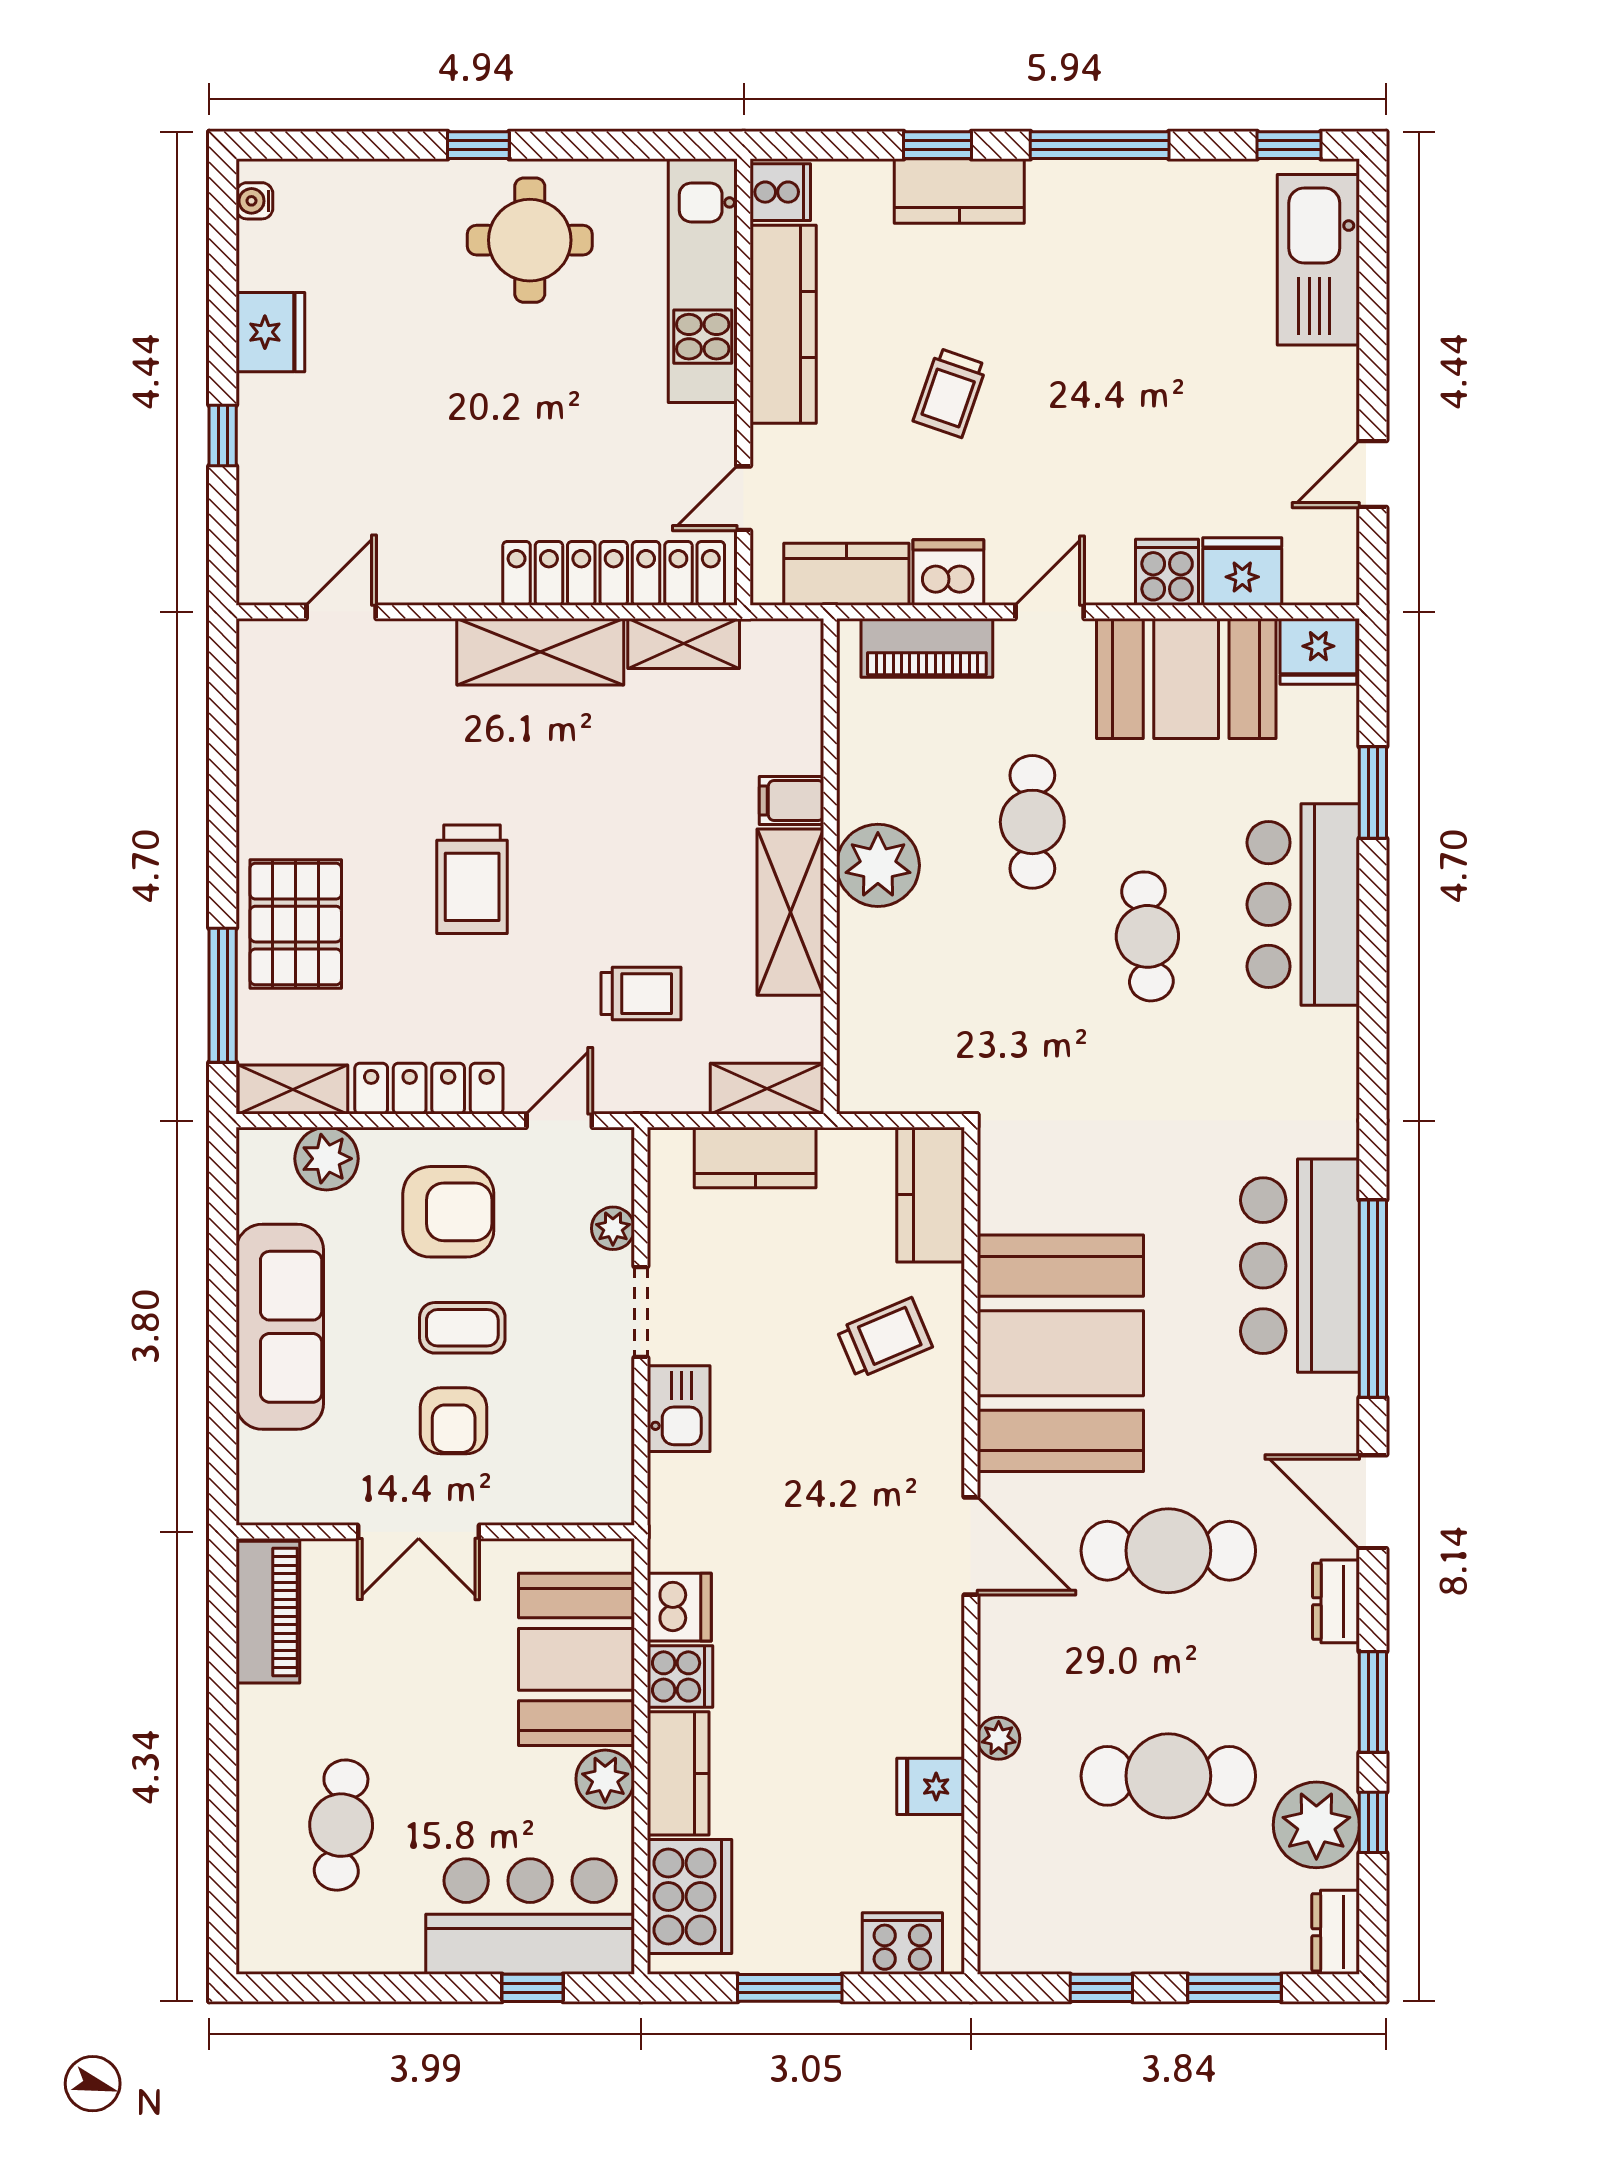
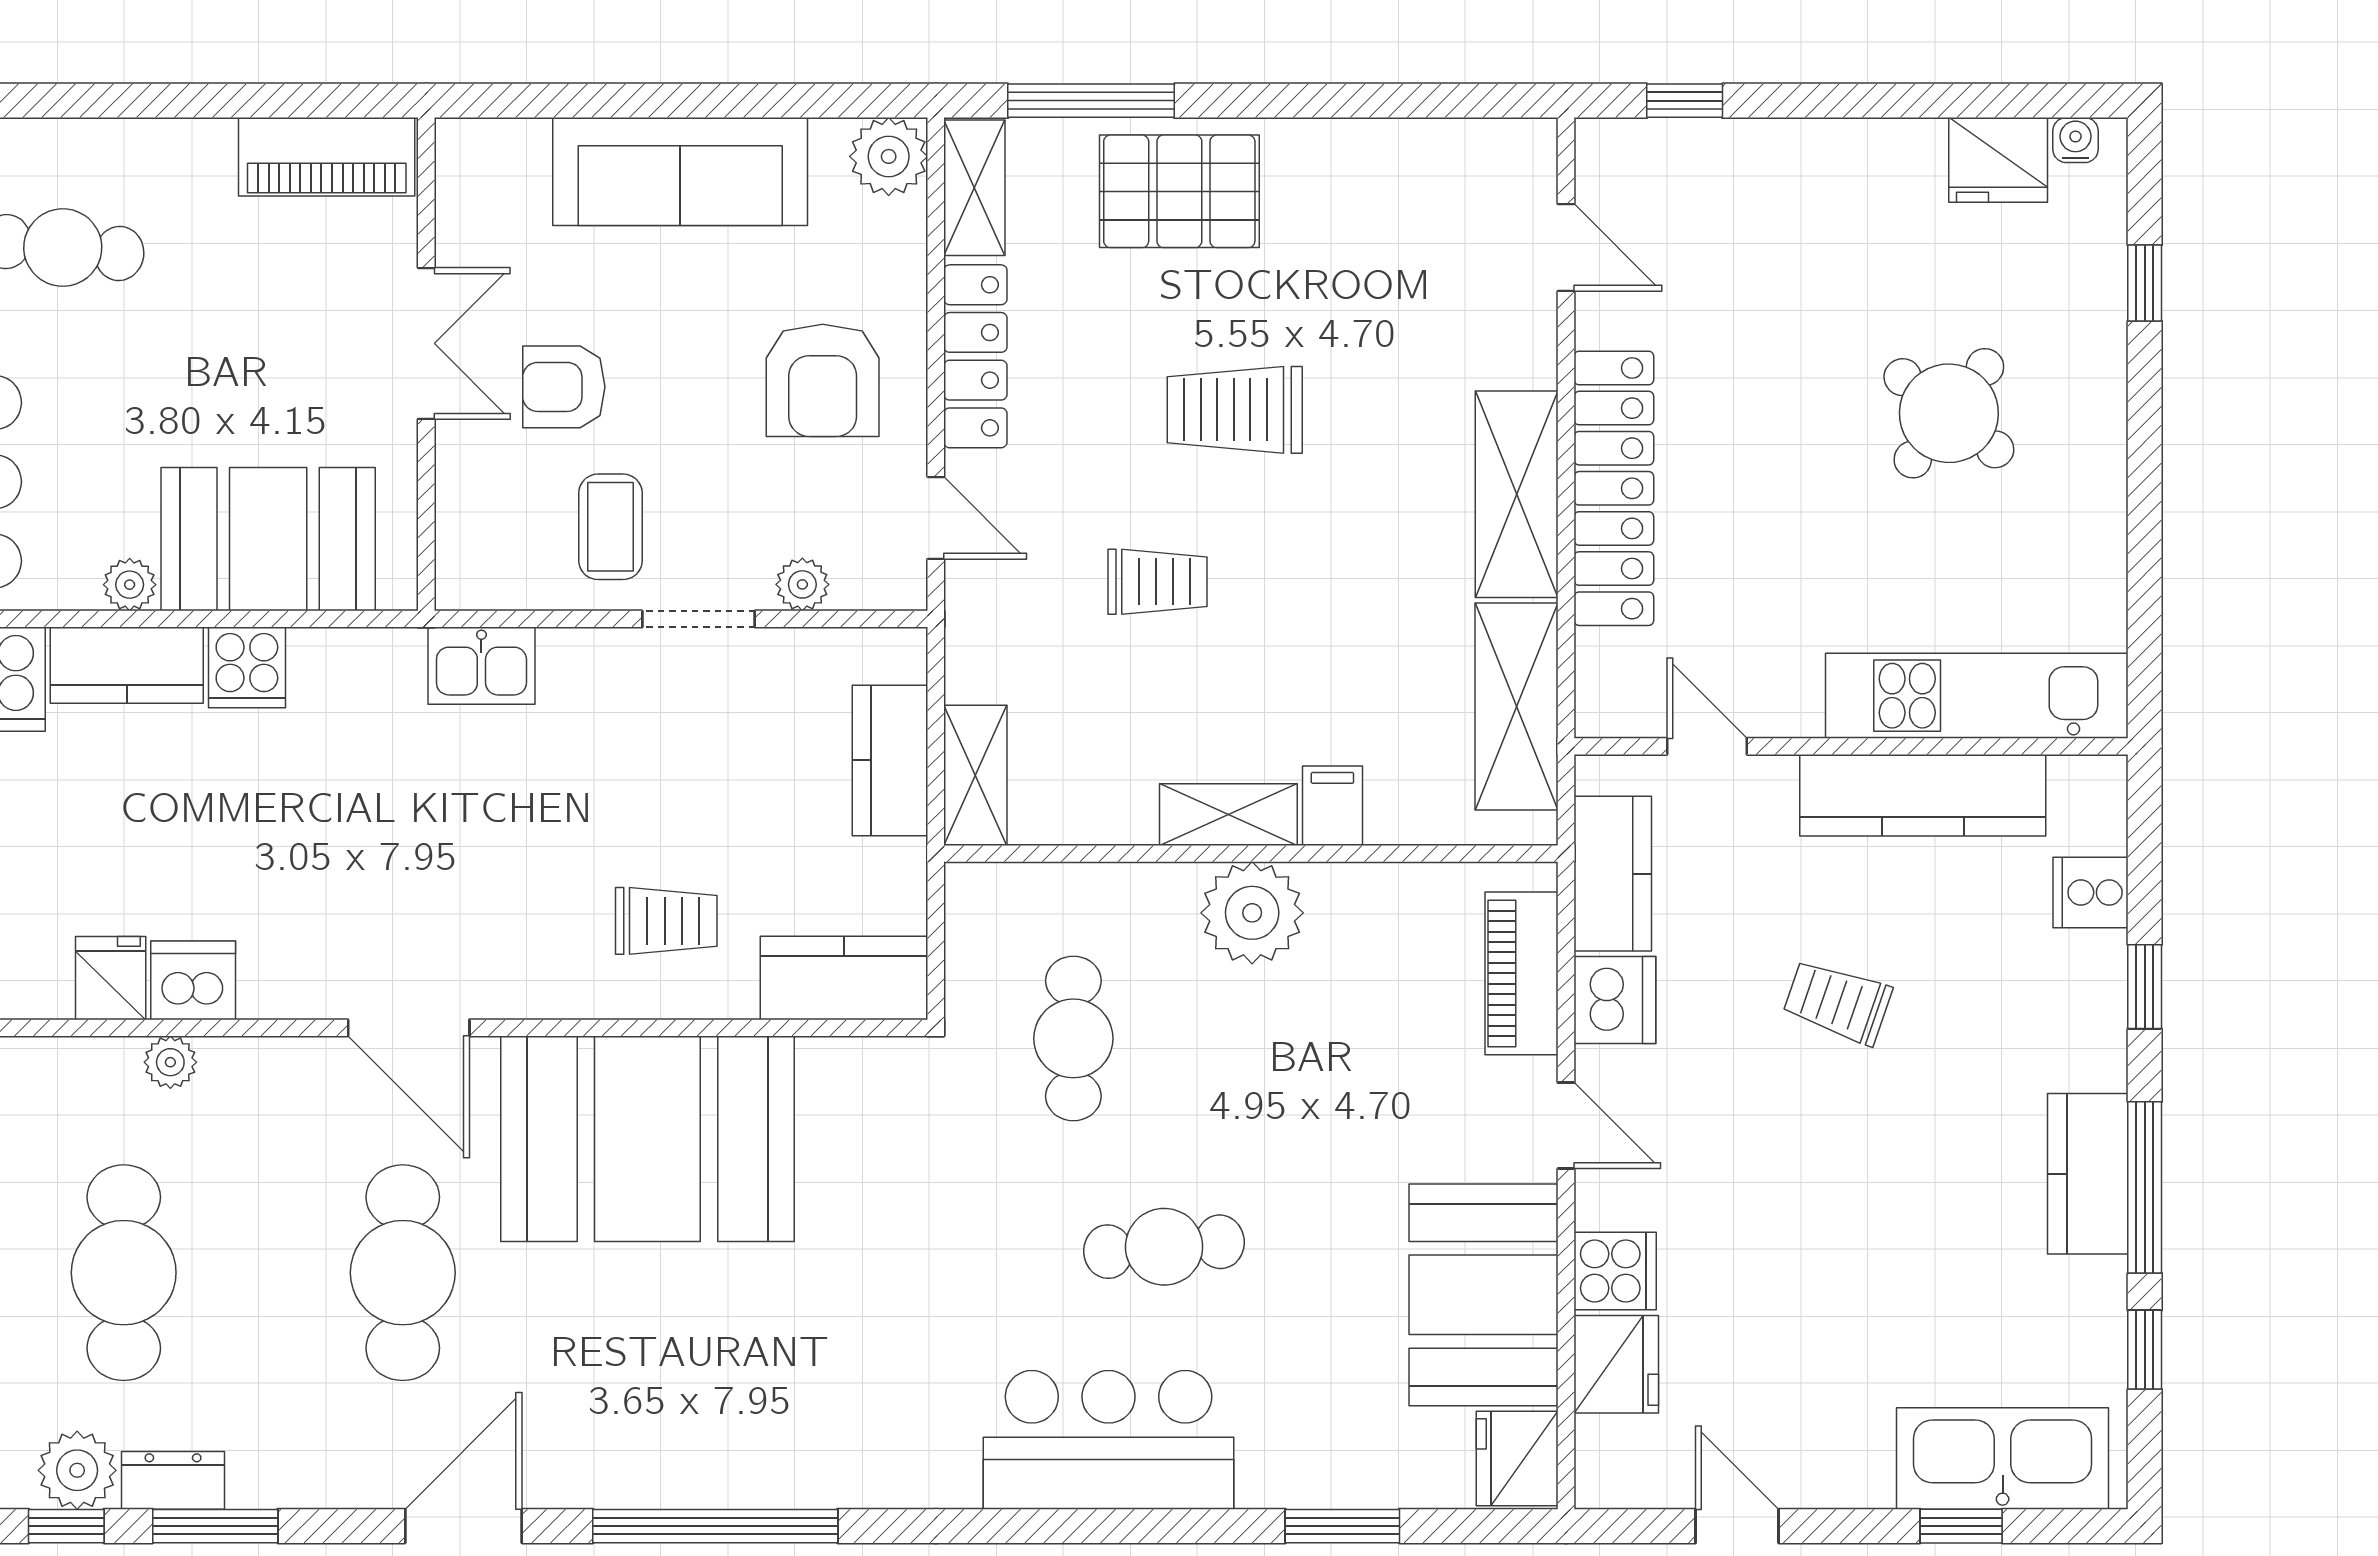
window: (478, 145) -> (2145, 283), moved
window: (1289, 145) -> (2145, 1350), moved
kitchen counter: (959, 191) -> (2088, 1174), moved
cooker: (780, 192) -> (2091, 892), moved, turned 90
round table: (530, 240) -> (1949, 413), moved, turned 38
window: (1373, 293) -> (1961, 1526), added
fridge: (270, 332) -> (1998, 160), moved
window: (223, 436) -> (1685, 101), moved
locker: (614, 573) -> (1614, 488), moved
shelving: (684, 644) -> (1517, 707), width x1.50, depth x1.33
cafe table: (1032, 822) -> (1073, 1038), moved, turned 90
bar counter: (1303, 904) -> (1109, 1440), moved
shelving: (790, 912) -> (1228, 815), width x0.67, depth x0.75
trolley: (641, 994) -> (1157, 582), moved, turned -90
plant: (327, 1159) -> (889, 156), moved
bar counter: (1300, 1266) -> (756, 1436), removed
coffee table: (462, 1328) -> (610, 527), moved
trolley: (884, 1338) -> (666, 921), turned -67
kitchen sink: (679, 1409) -> (481, 666), moved
double door: (419, 1532) -> (426, 343), swing flipped
door: (971, 1546) -> (409, 1028), hinge flipped
dresser: (1336, 1601) -> (173, 1480), moved
dishwasher: (679, 1607) -> (193, 980), moved, turned 180
plant: (605, 1779) -> (130, 585), width x0.73, depth x0.73
plant: (1316, 1825) -> (77, 1470), width x0.73, depth x0.73

